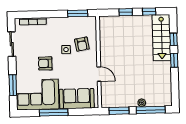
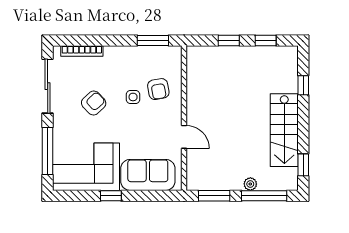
stairs: (162, 38) -> (284, 130), moved
sliding door: (12, 44) -> (48, 86), width x1.37
window: (174, 60) -> (303, 165), moved
armchair: (45, 63) -> (94, 103), moved, turned 137
window: (13, 85) -> (48, 151), width x1.44
window: (54, 112) -> (111, 196), width x0.46

